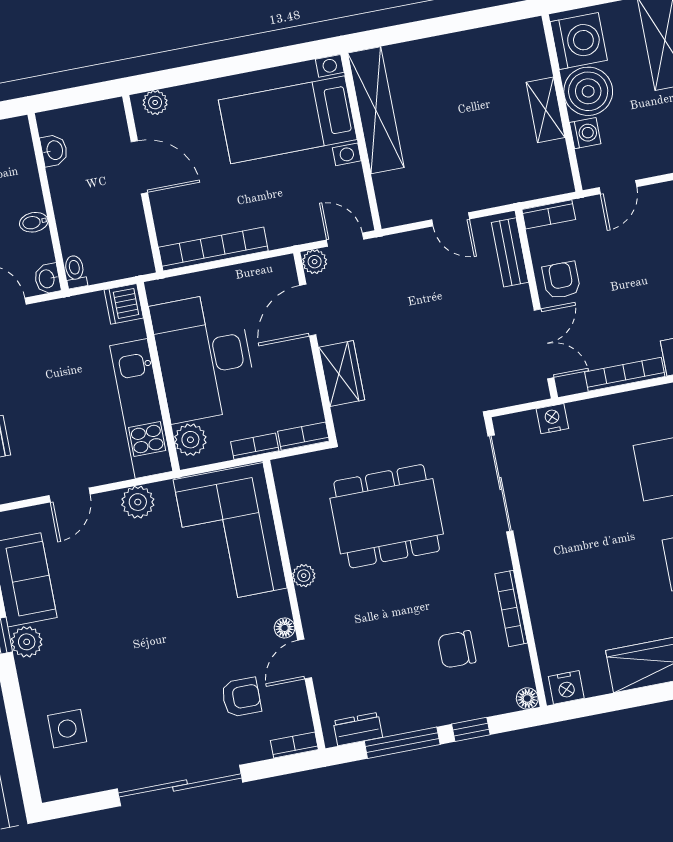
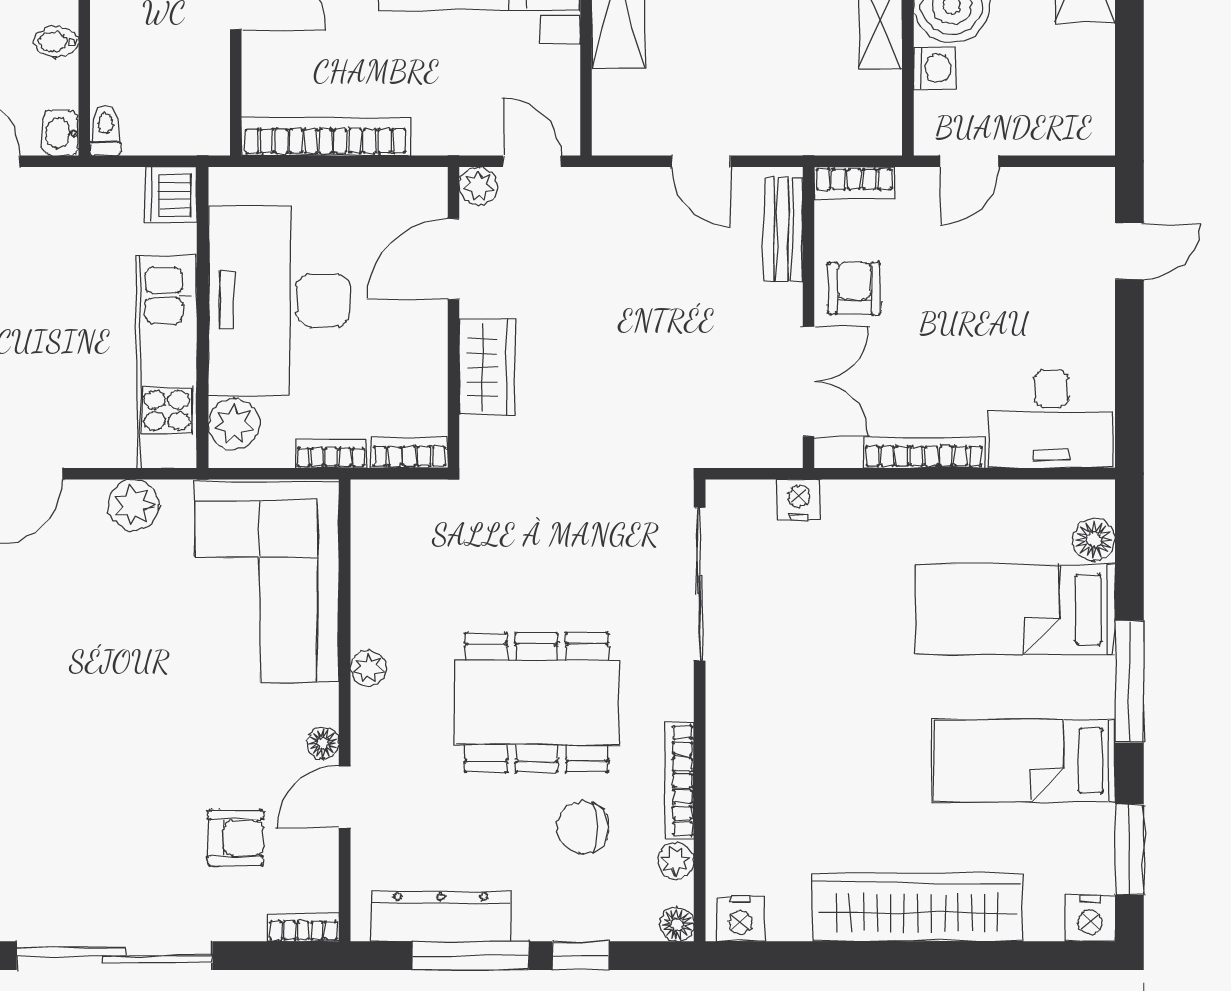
dining table: (387, 516) -> (537, 703), moved
plant: (519, 659) -> (676, 861), added
dresser: (358, 729) -> (441, 916), width x1.96, depth x1.24

